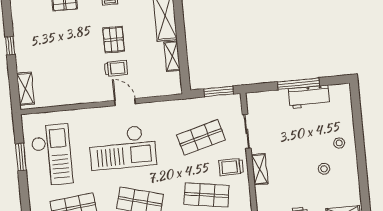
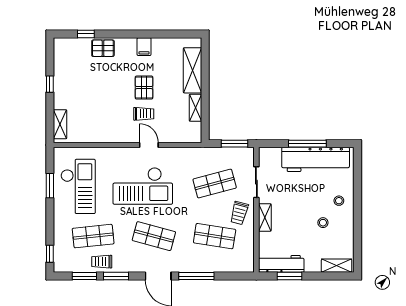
workbench: (309, 97) -> (316, 159), width x1.88, depth x1.32
trolley: (231, 167) -> (239, 213), turned -75

